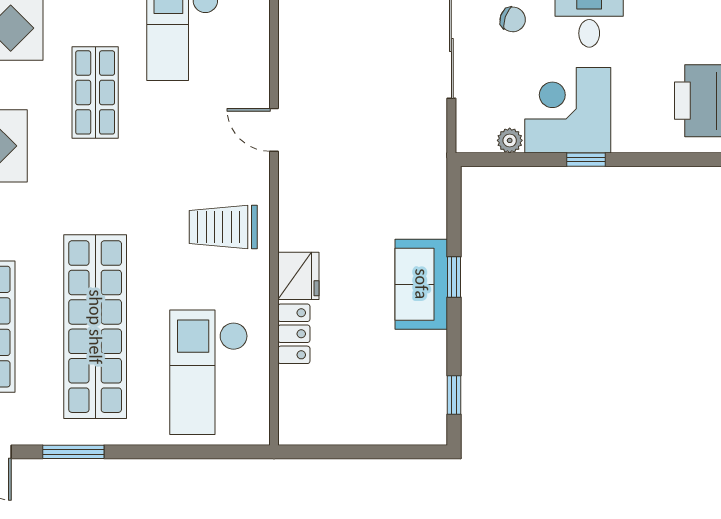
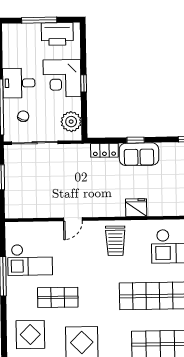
corner desk: (568, 110) -> (62, 78), moved
plant: (510, 140) -> (71, 122), width x1.88, depth x1.88
locker: (294, 334) -> (104, 150), moved, turned 180

